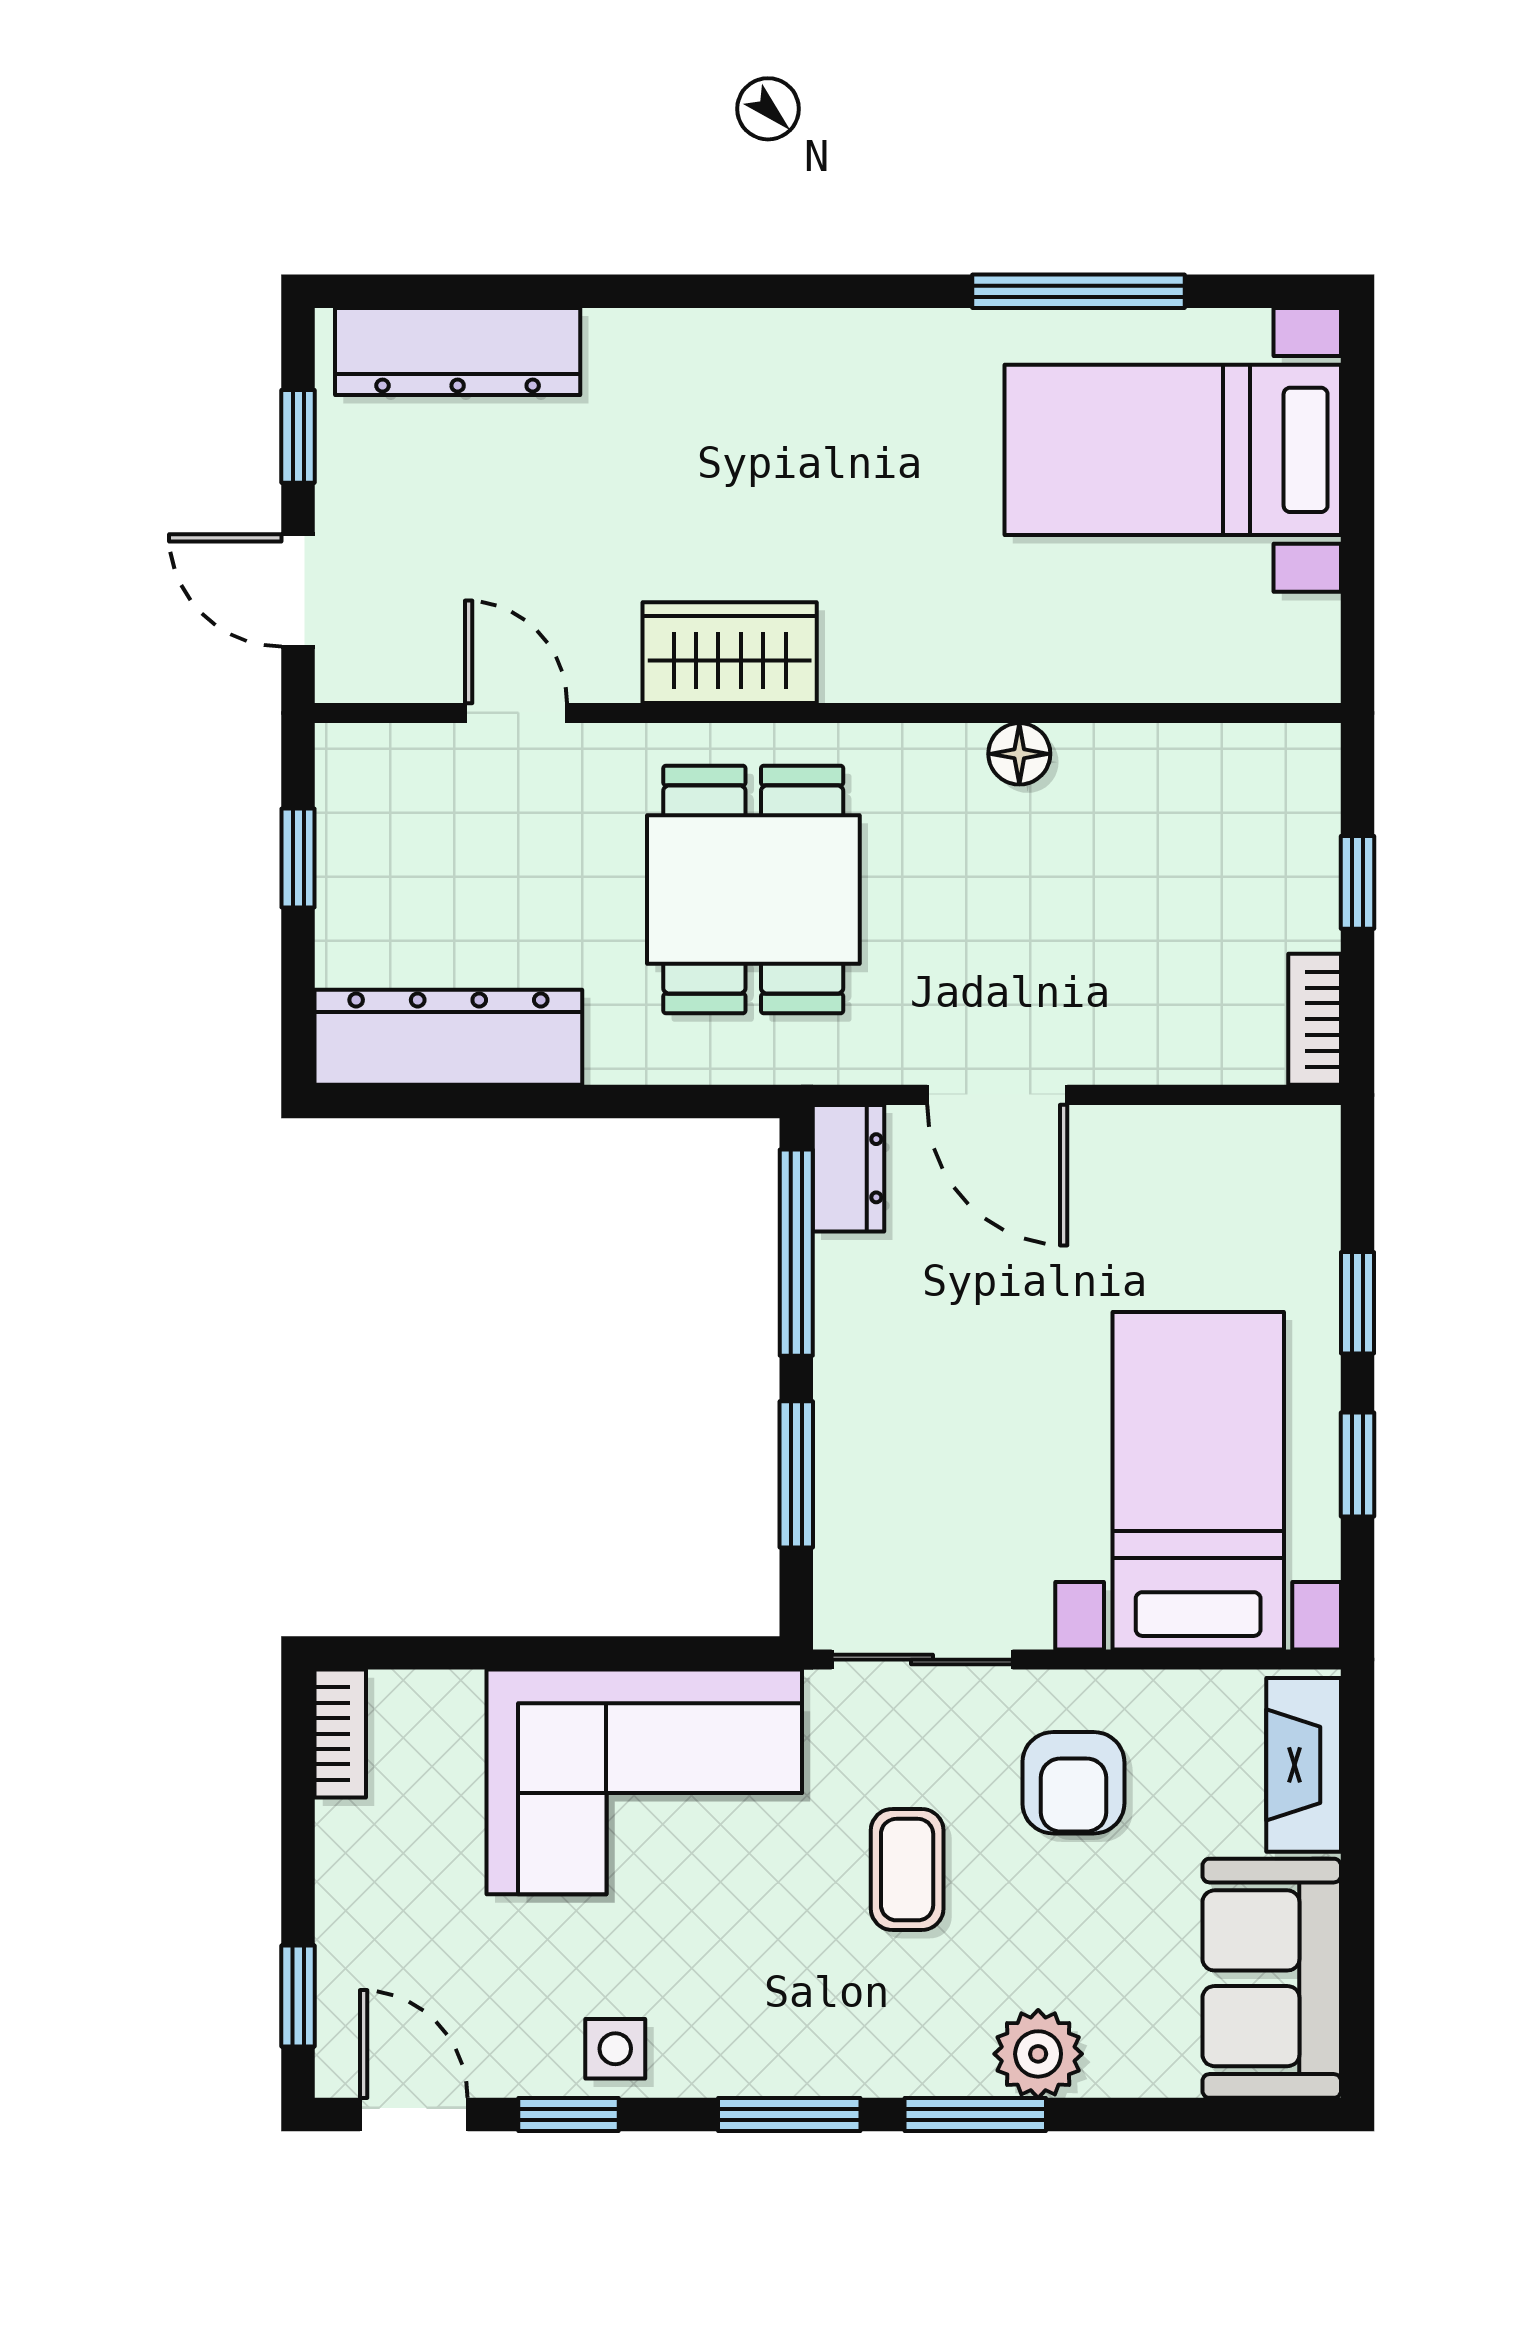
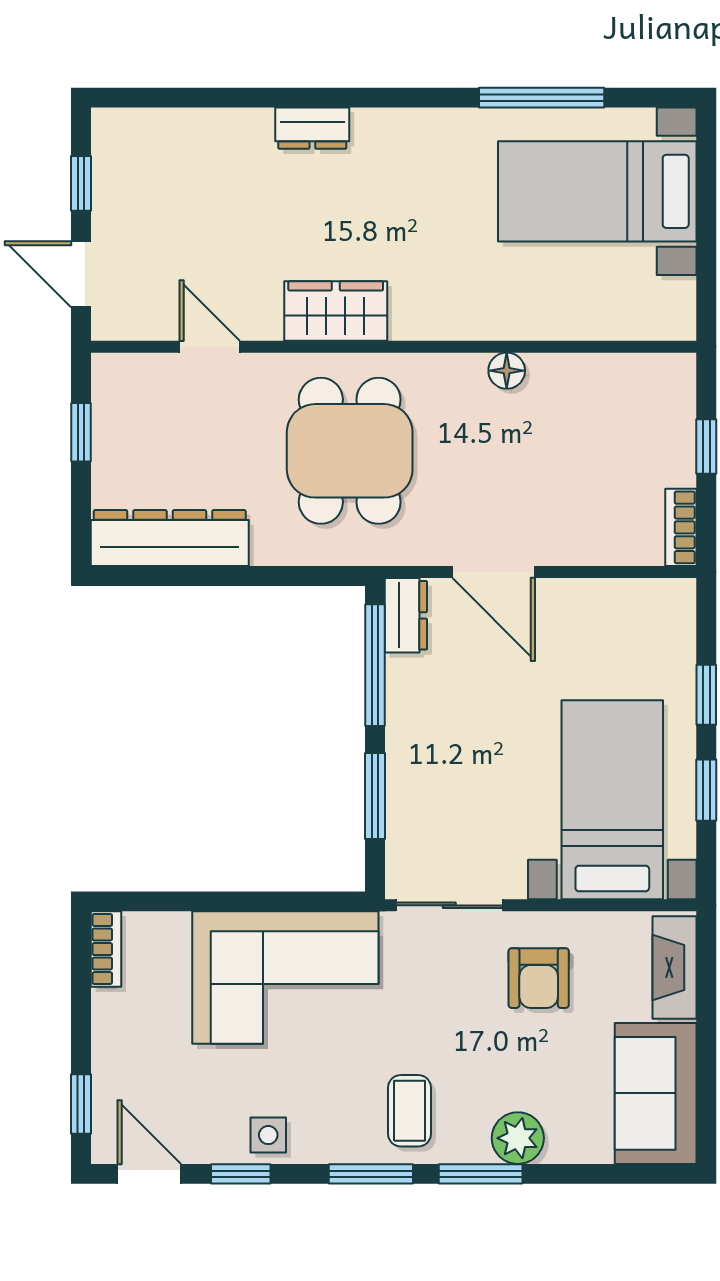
dresser: (458, 351) -> (312, 128), moved, width x0.51, depth x0.80
coffee table: (907, 1870) -> (410, 1111), moved

